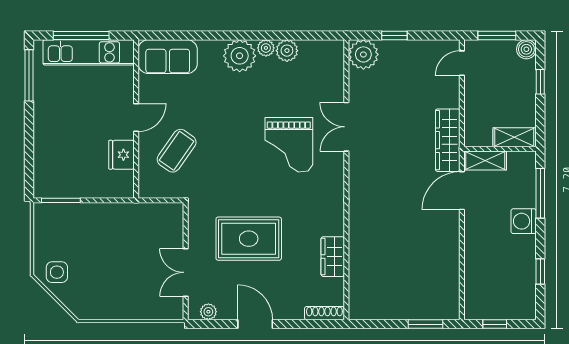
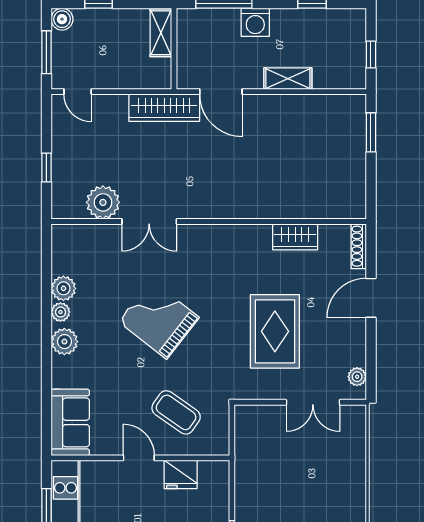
plant: (363, 54) -> (103, 202), moved
plant: (240, 56) -> (64, 342), width x0.73, depth x0.73
grand piano: (289, 145) -> (159, 320), moved, turned -142
shelving: (485, 160) -> (288, 79), moved, turned 90
door: (255, 324) -> (371, 298), moved

